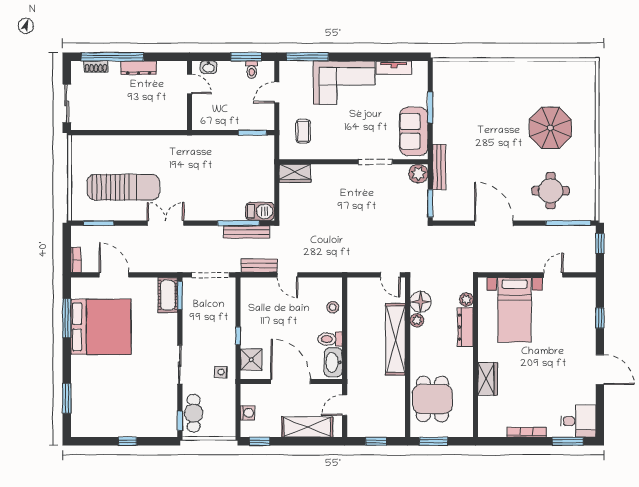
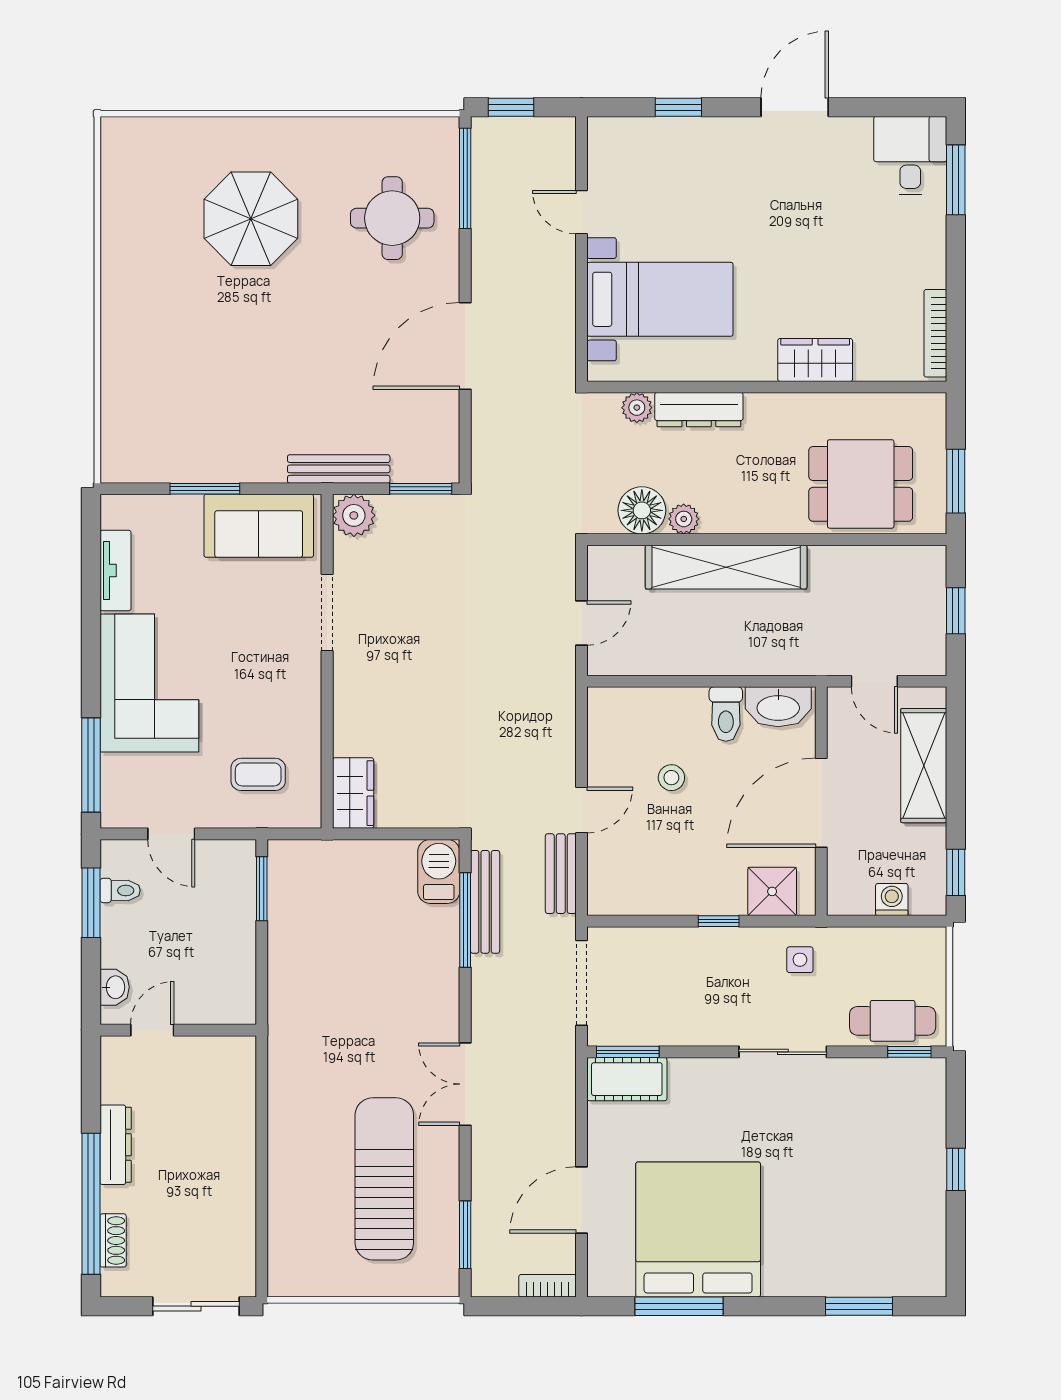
door: (390, 275) -> (581, 623), moved
stool: (333, 307) -> (671, 778), moved
bookcase: (527, 432) -> (935, 333), moved

